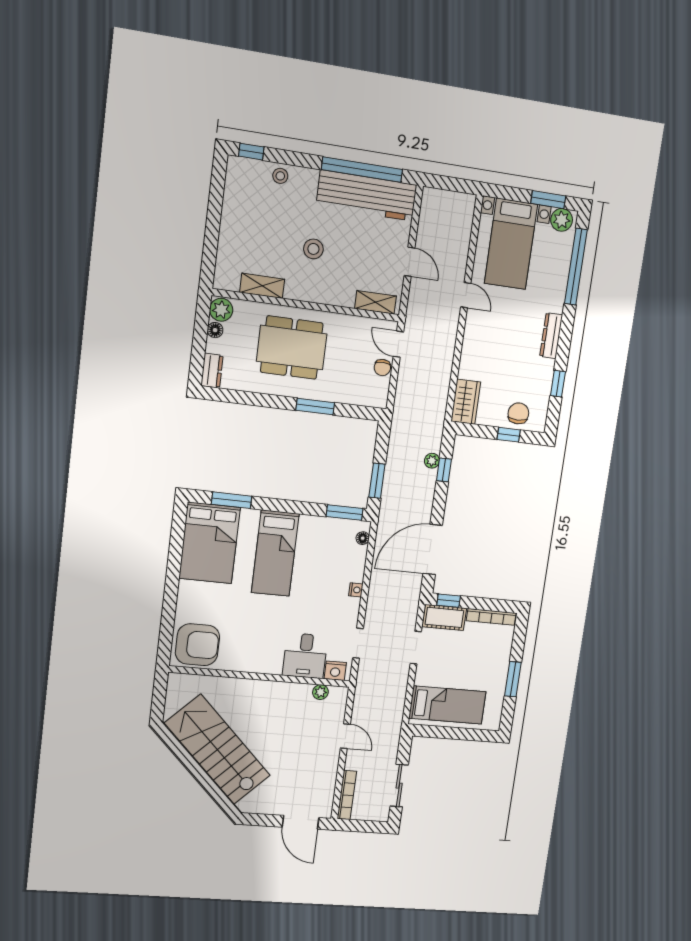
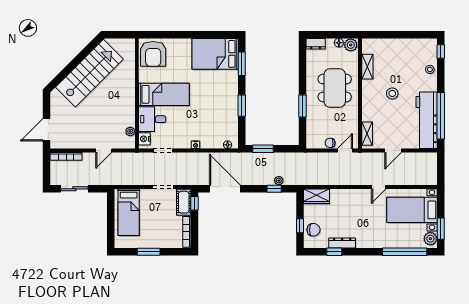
dresser: (551, 336) -> (342, 243), moved
window: (345, 513) -> (242, 106), moved
bed: (275, 553) -> (164, 94), moved, turned 180

